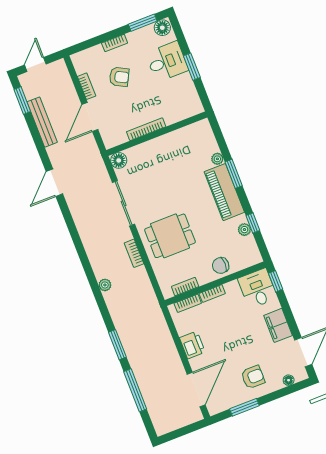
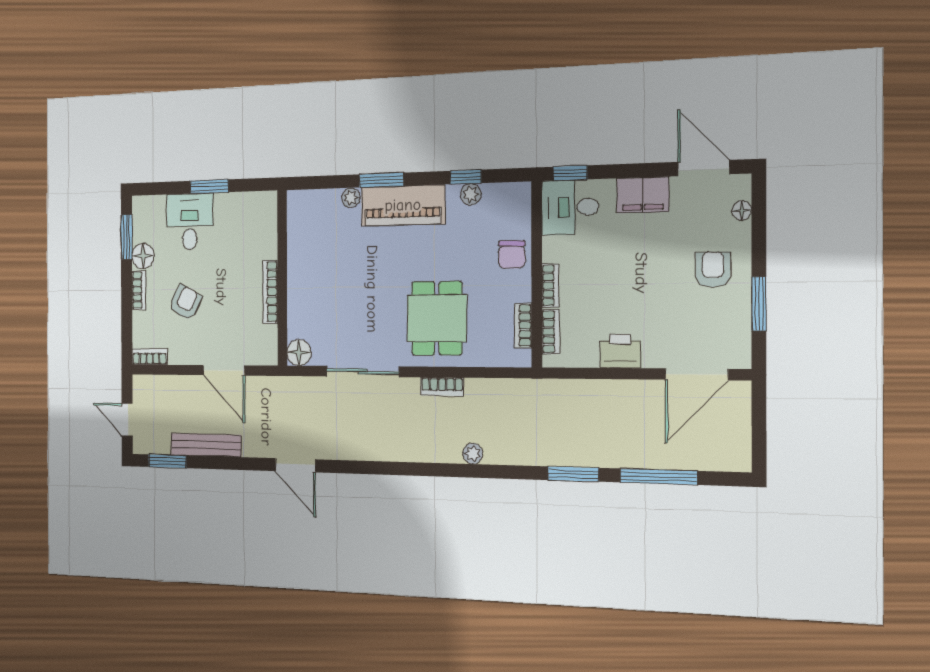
floor lamp: (162, 28) -> (143, 256), moved
bookcase: (87, 86) -> (150, 357), moved
door: (196, 390) -> (697, 374), swing flipped

